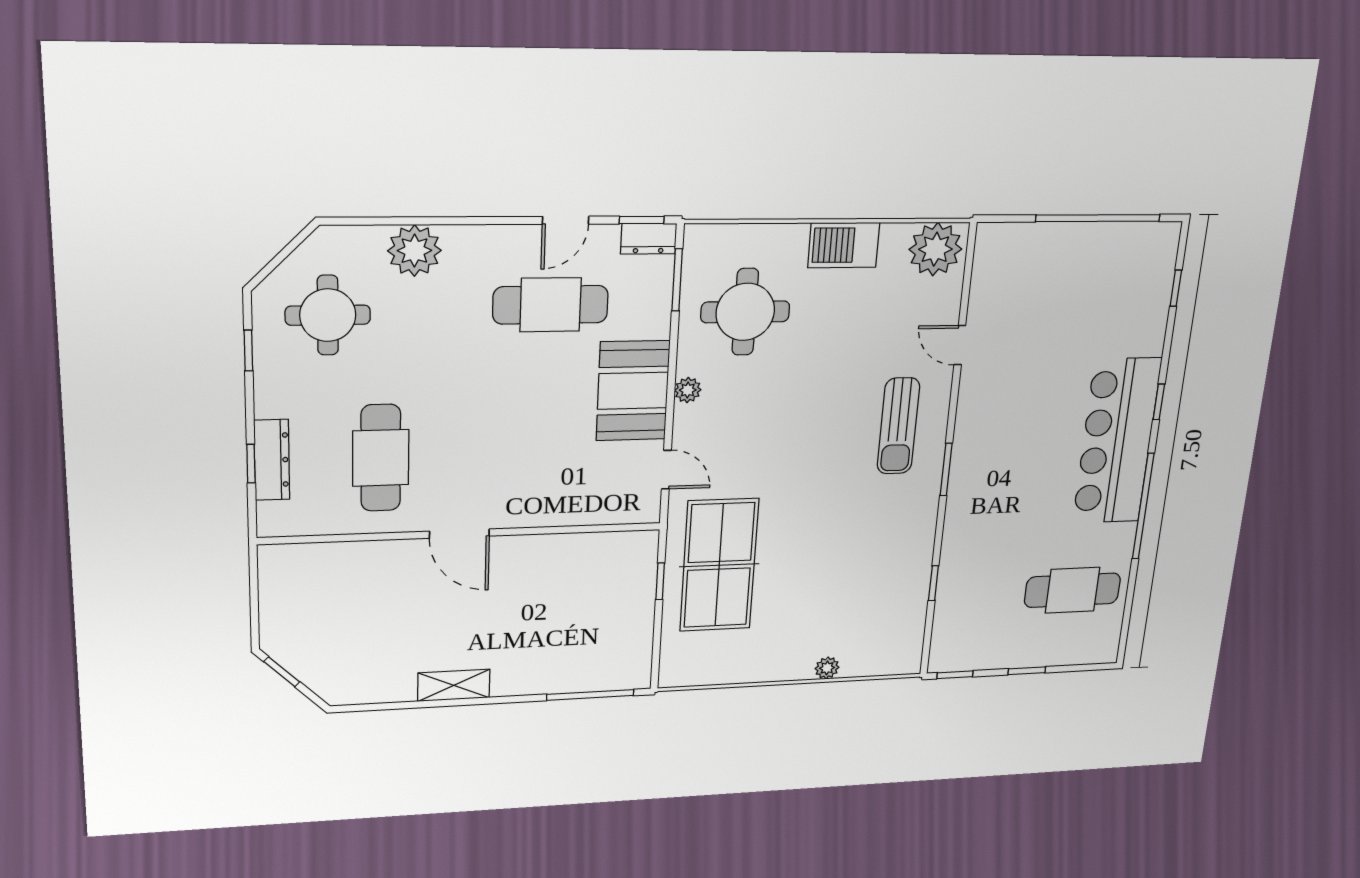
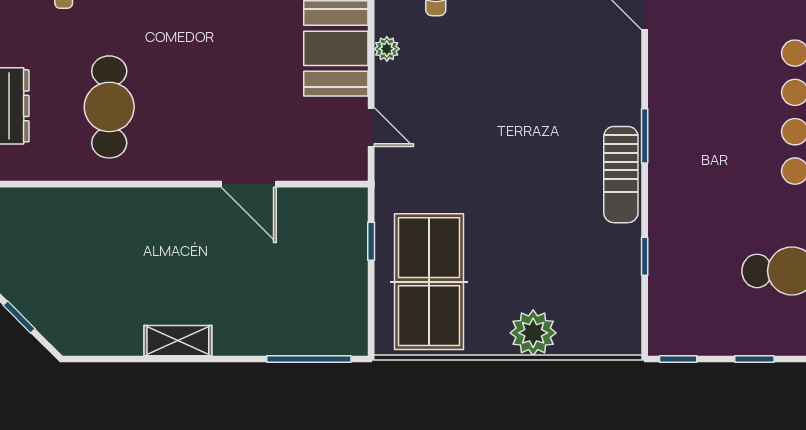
sun lounger: (898, 426) -> (621, 175), moved
door: (459, 534) -> (249, 184), moved
table tennis table: (719, 565) -> (429, 282), moved
plant: (827, 668) -> (533, 333), width x1.88, depth x1.88

